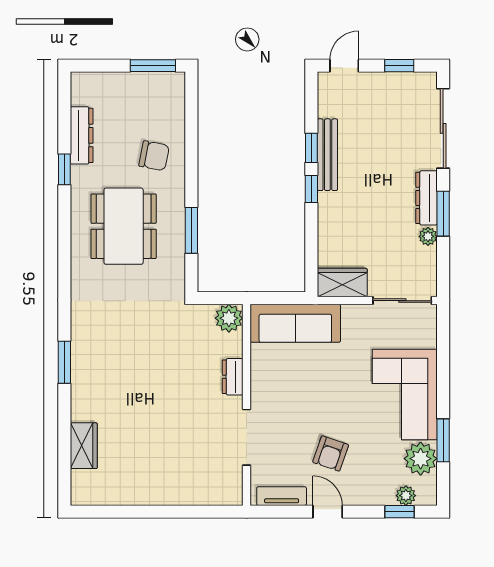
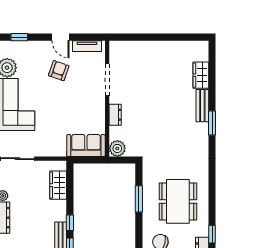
wardrobe: (342, 283) -> (58, 185), moved, turned 90
sofa: (295, 323) -> (86, 146), width x0.73
bench: (81, 392) -> (202, 106), added
plant: (406, 496) -> (15, 46), removed

